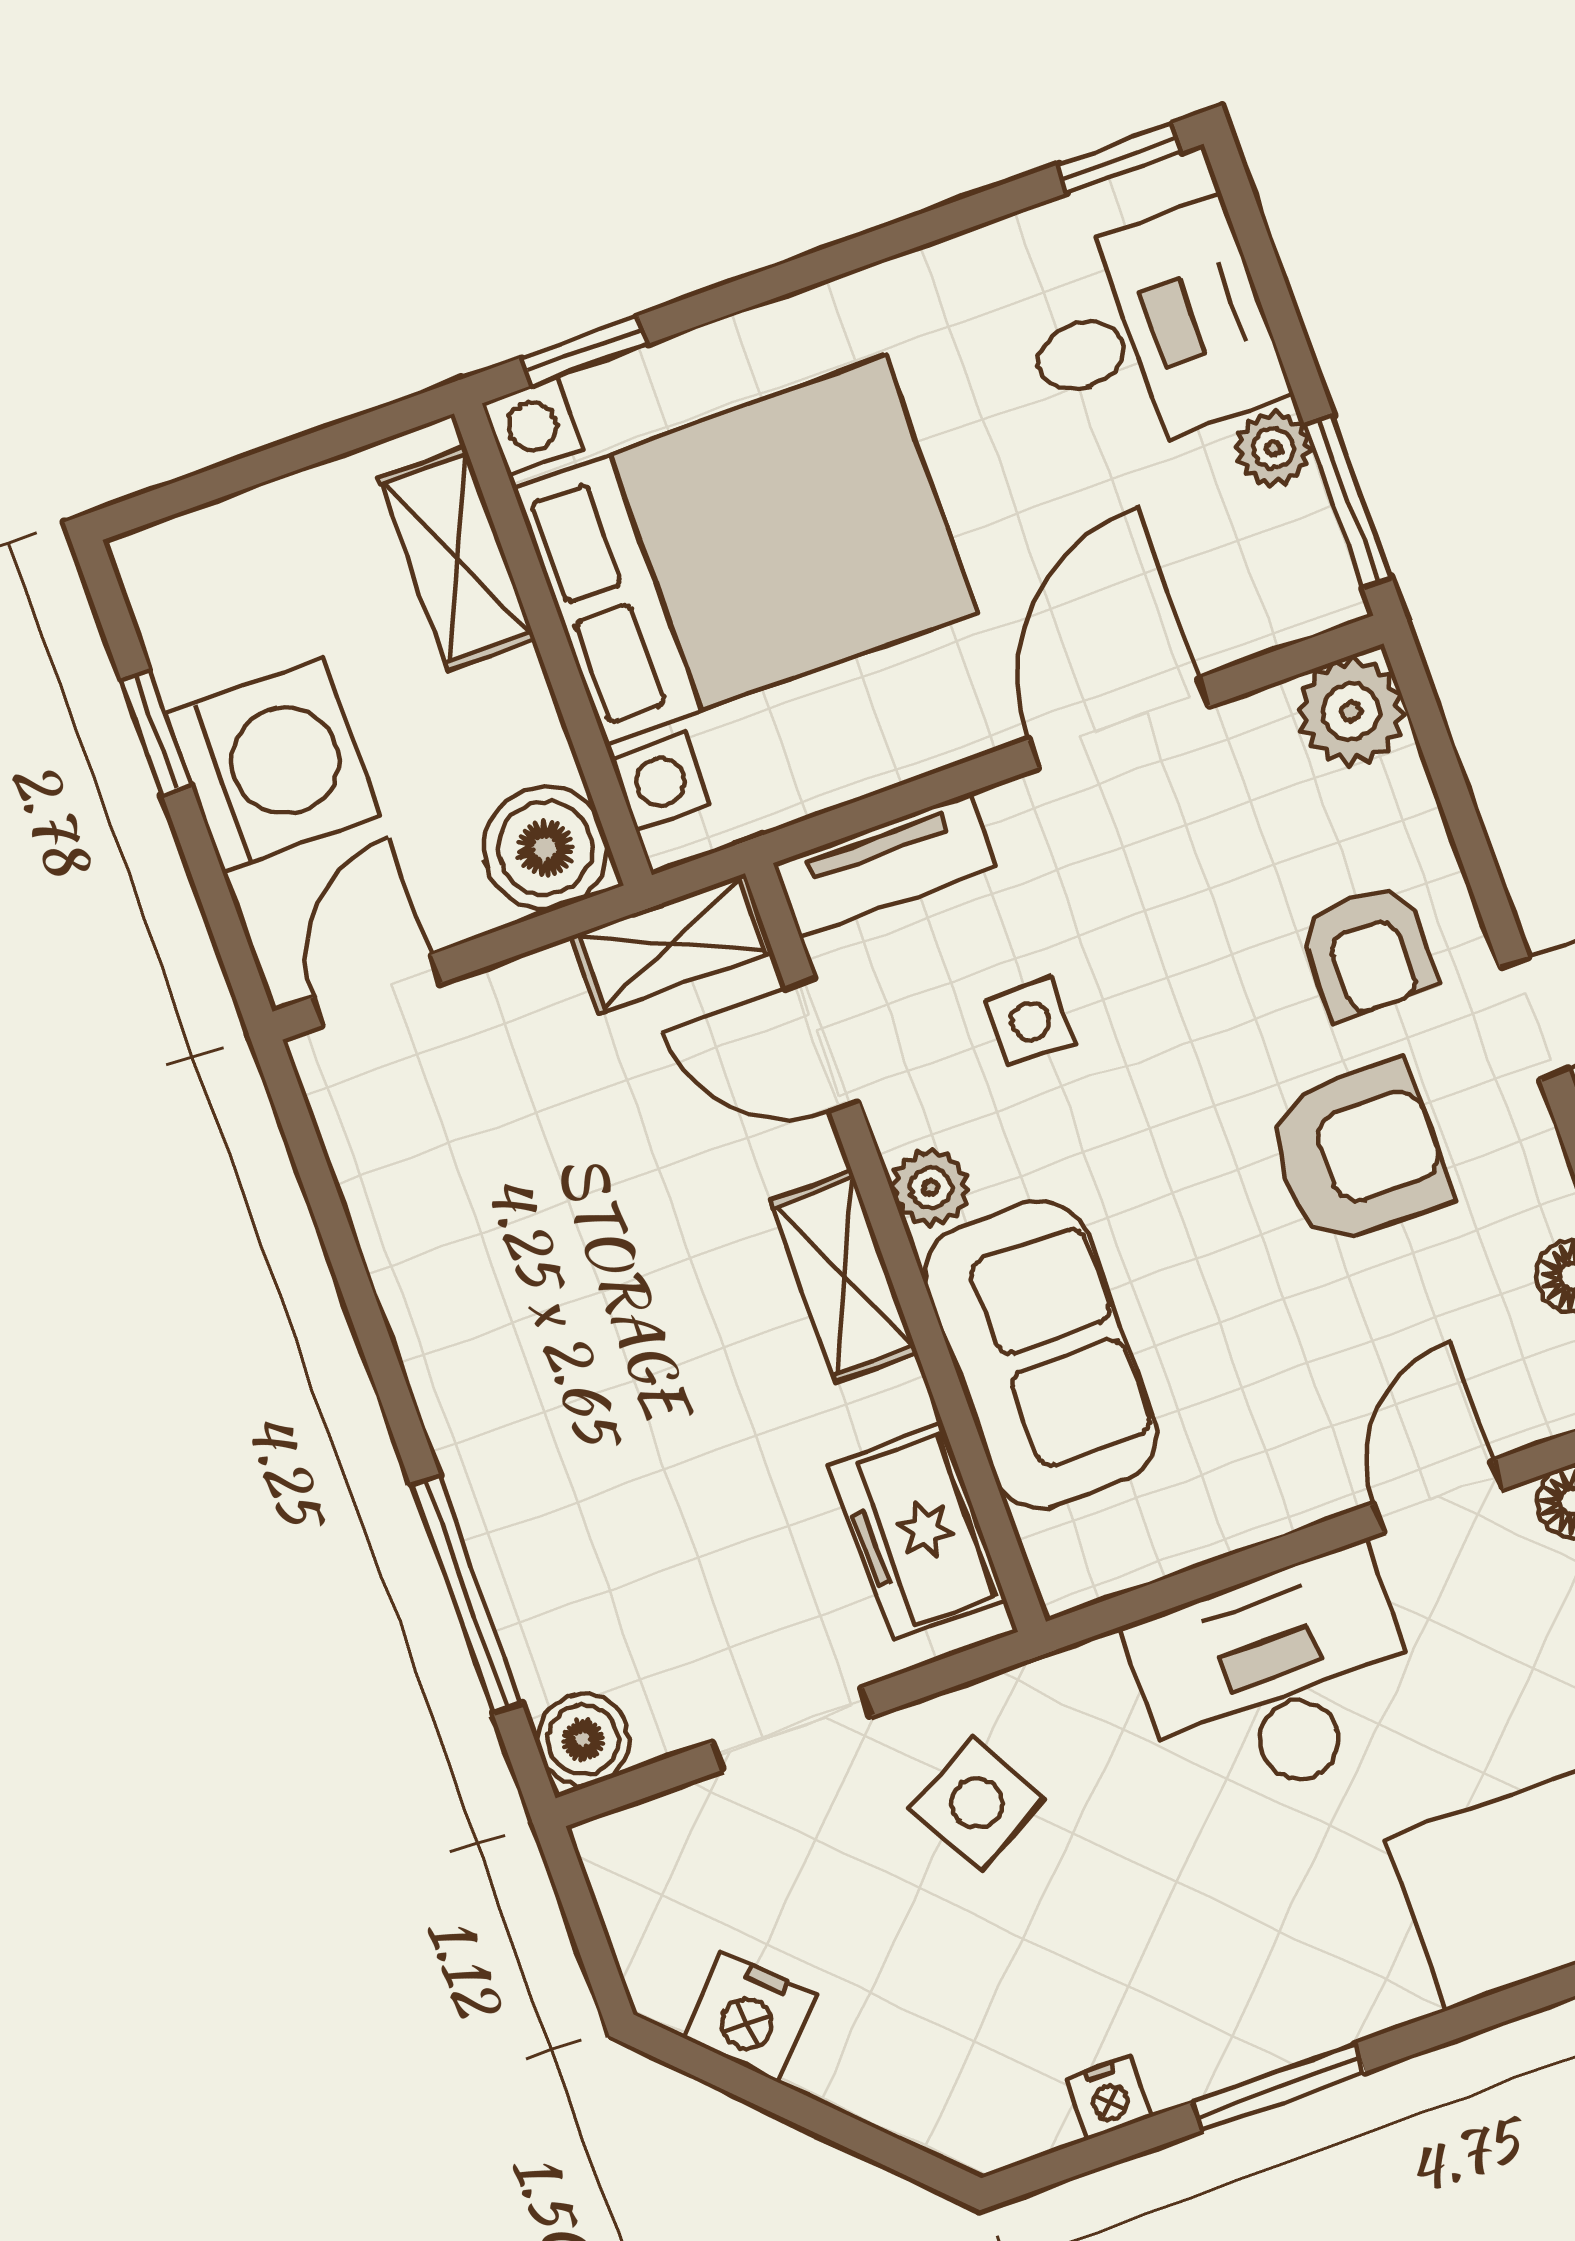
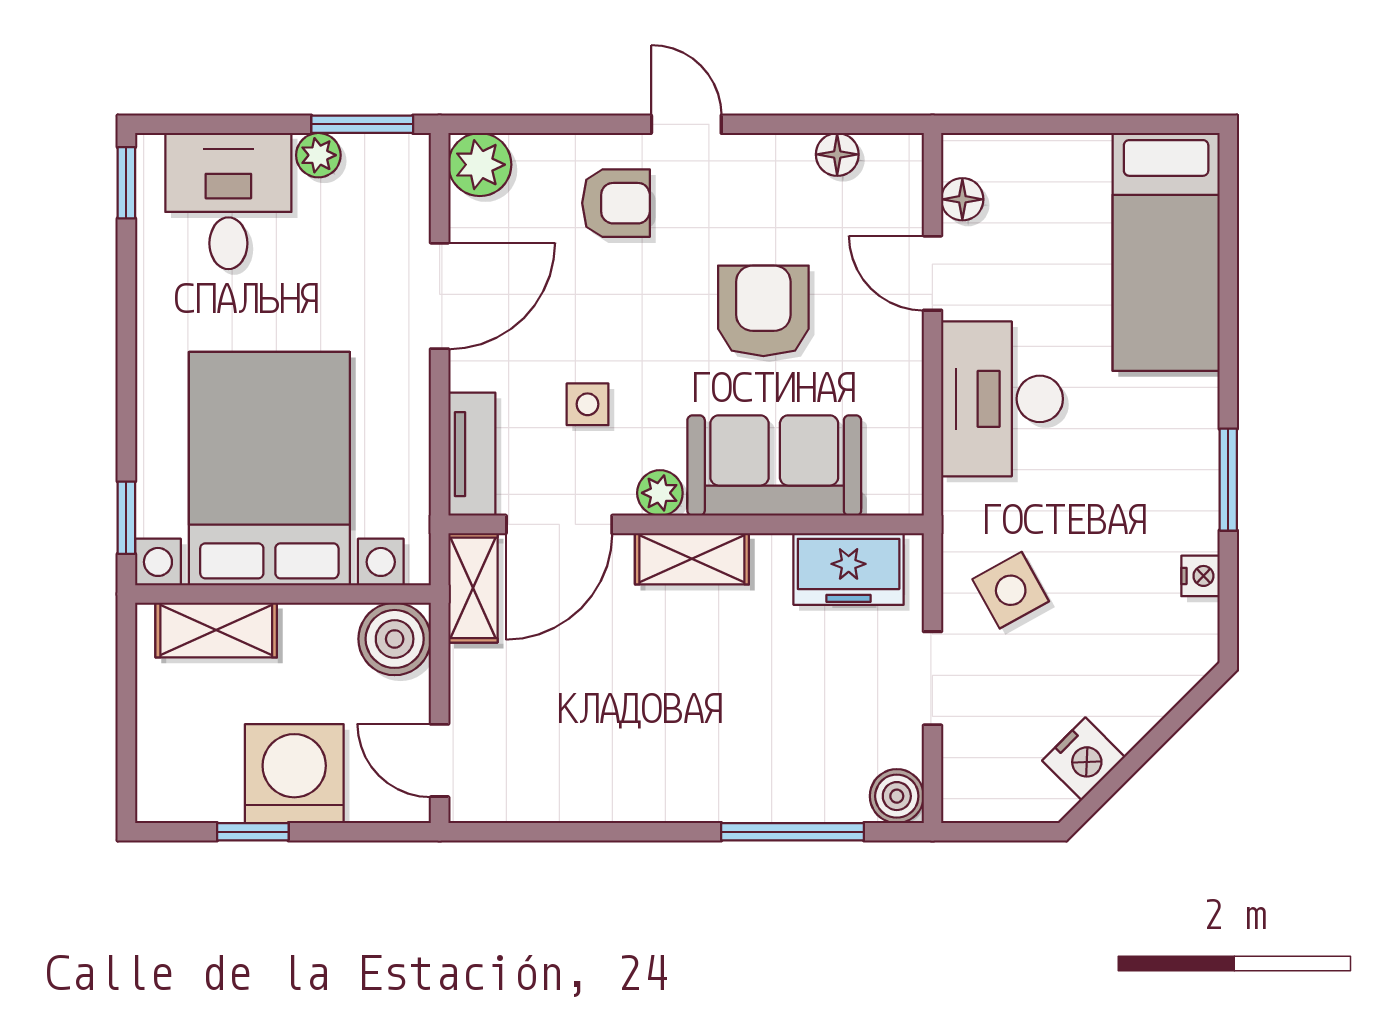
door: (1119, 723) -> (440, 296), swing flipped
door: (823, 1045) -> (559, 524), width x1.38
armchair: (1358, 1154) -> (763, 311), moved

